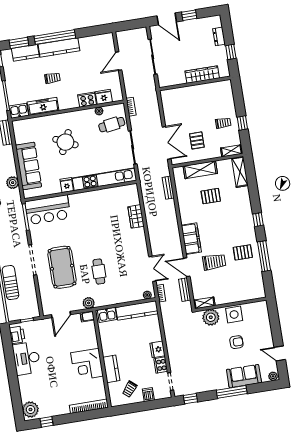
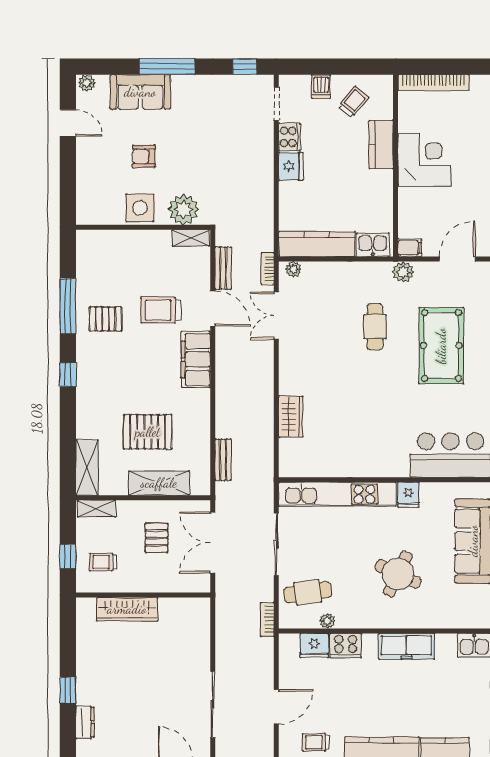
wardrobe: (202, 75) -> (127, 609), moved
trolley: (52, 78) -> (316, 742), moved
wall: (195, 84) -> (143, 595), moved
freezer: (43, 106) -> (406, 646), moved
pallet: (211, 196) -> (148, 432), width x1.50, depth x1.42

